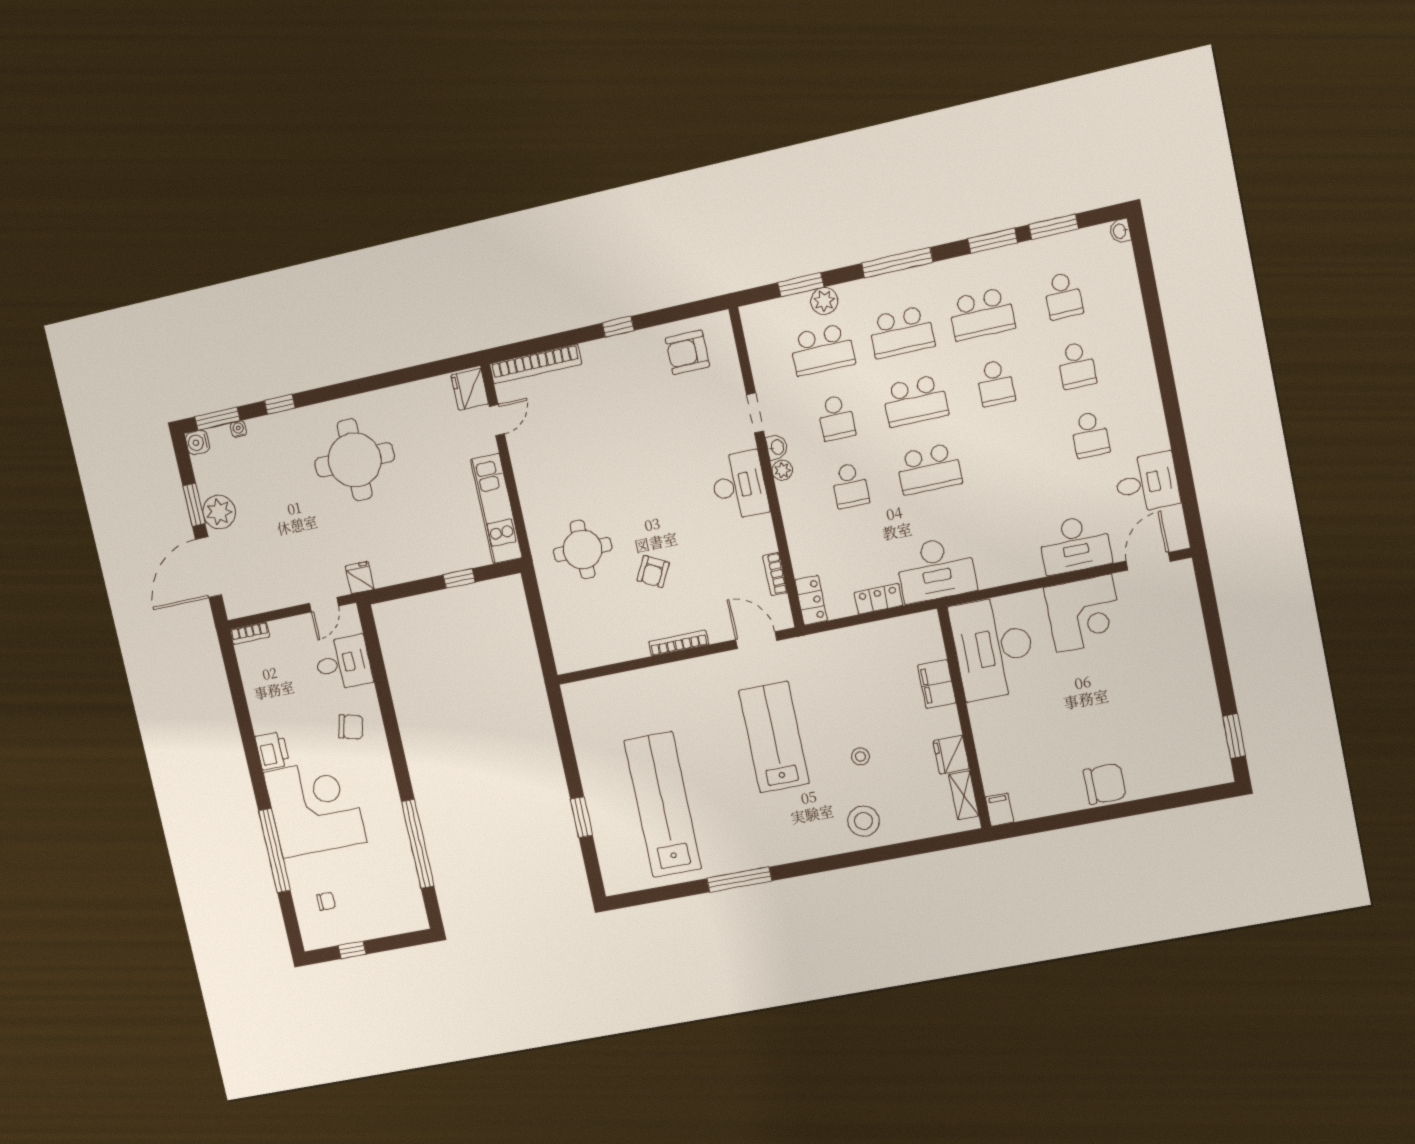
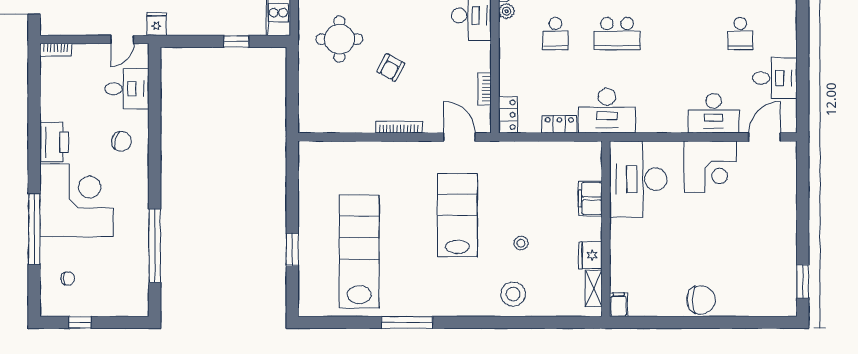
printer: (272, 751) -> (54, 142), width x1.37, depth x1.19

